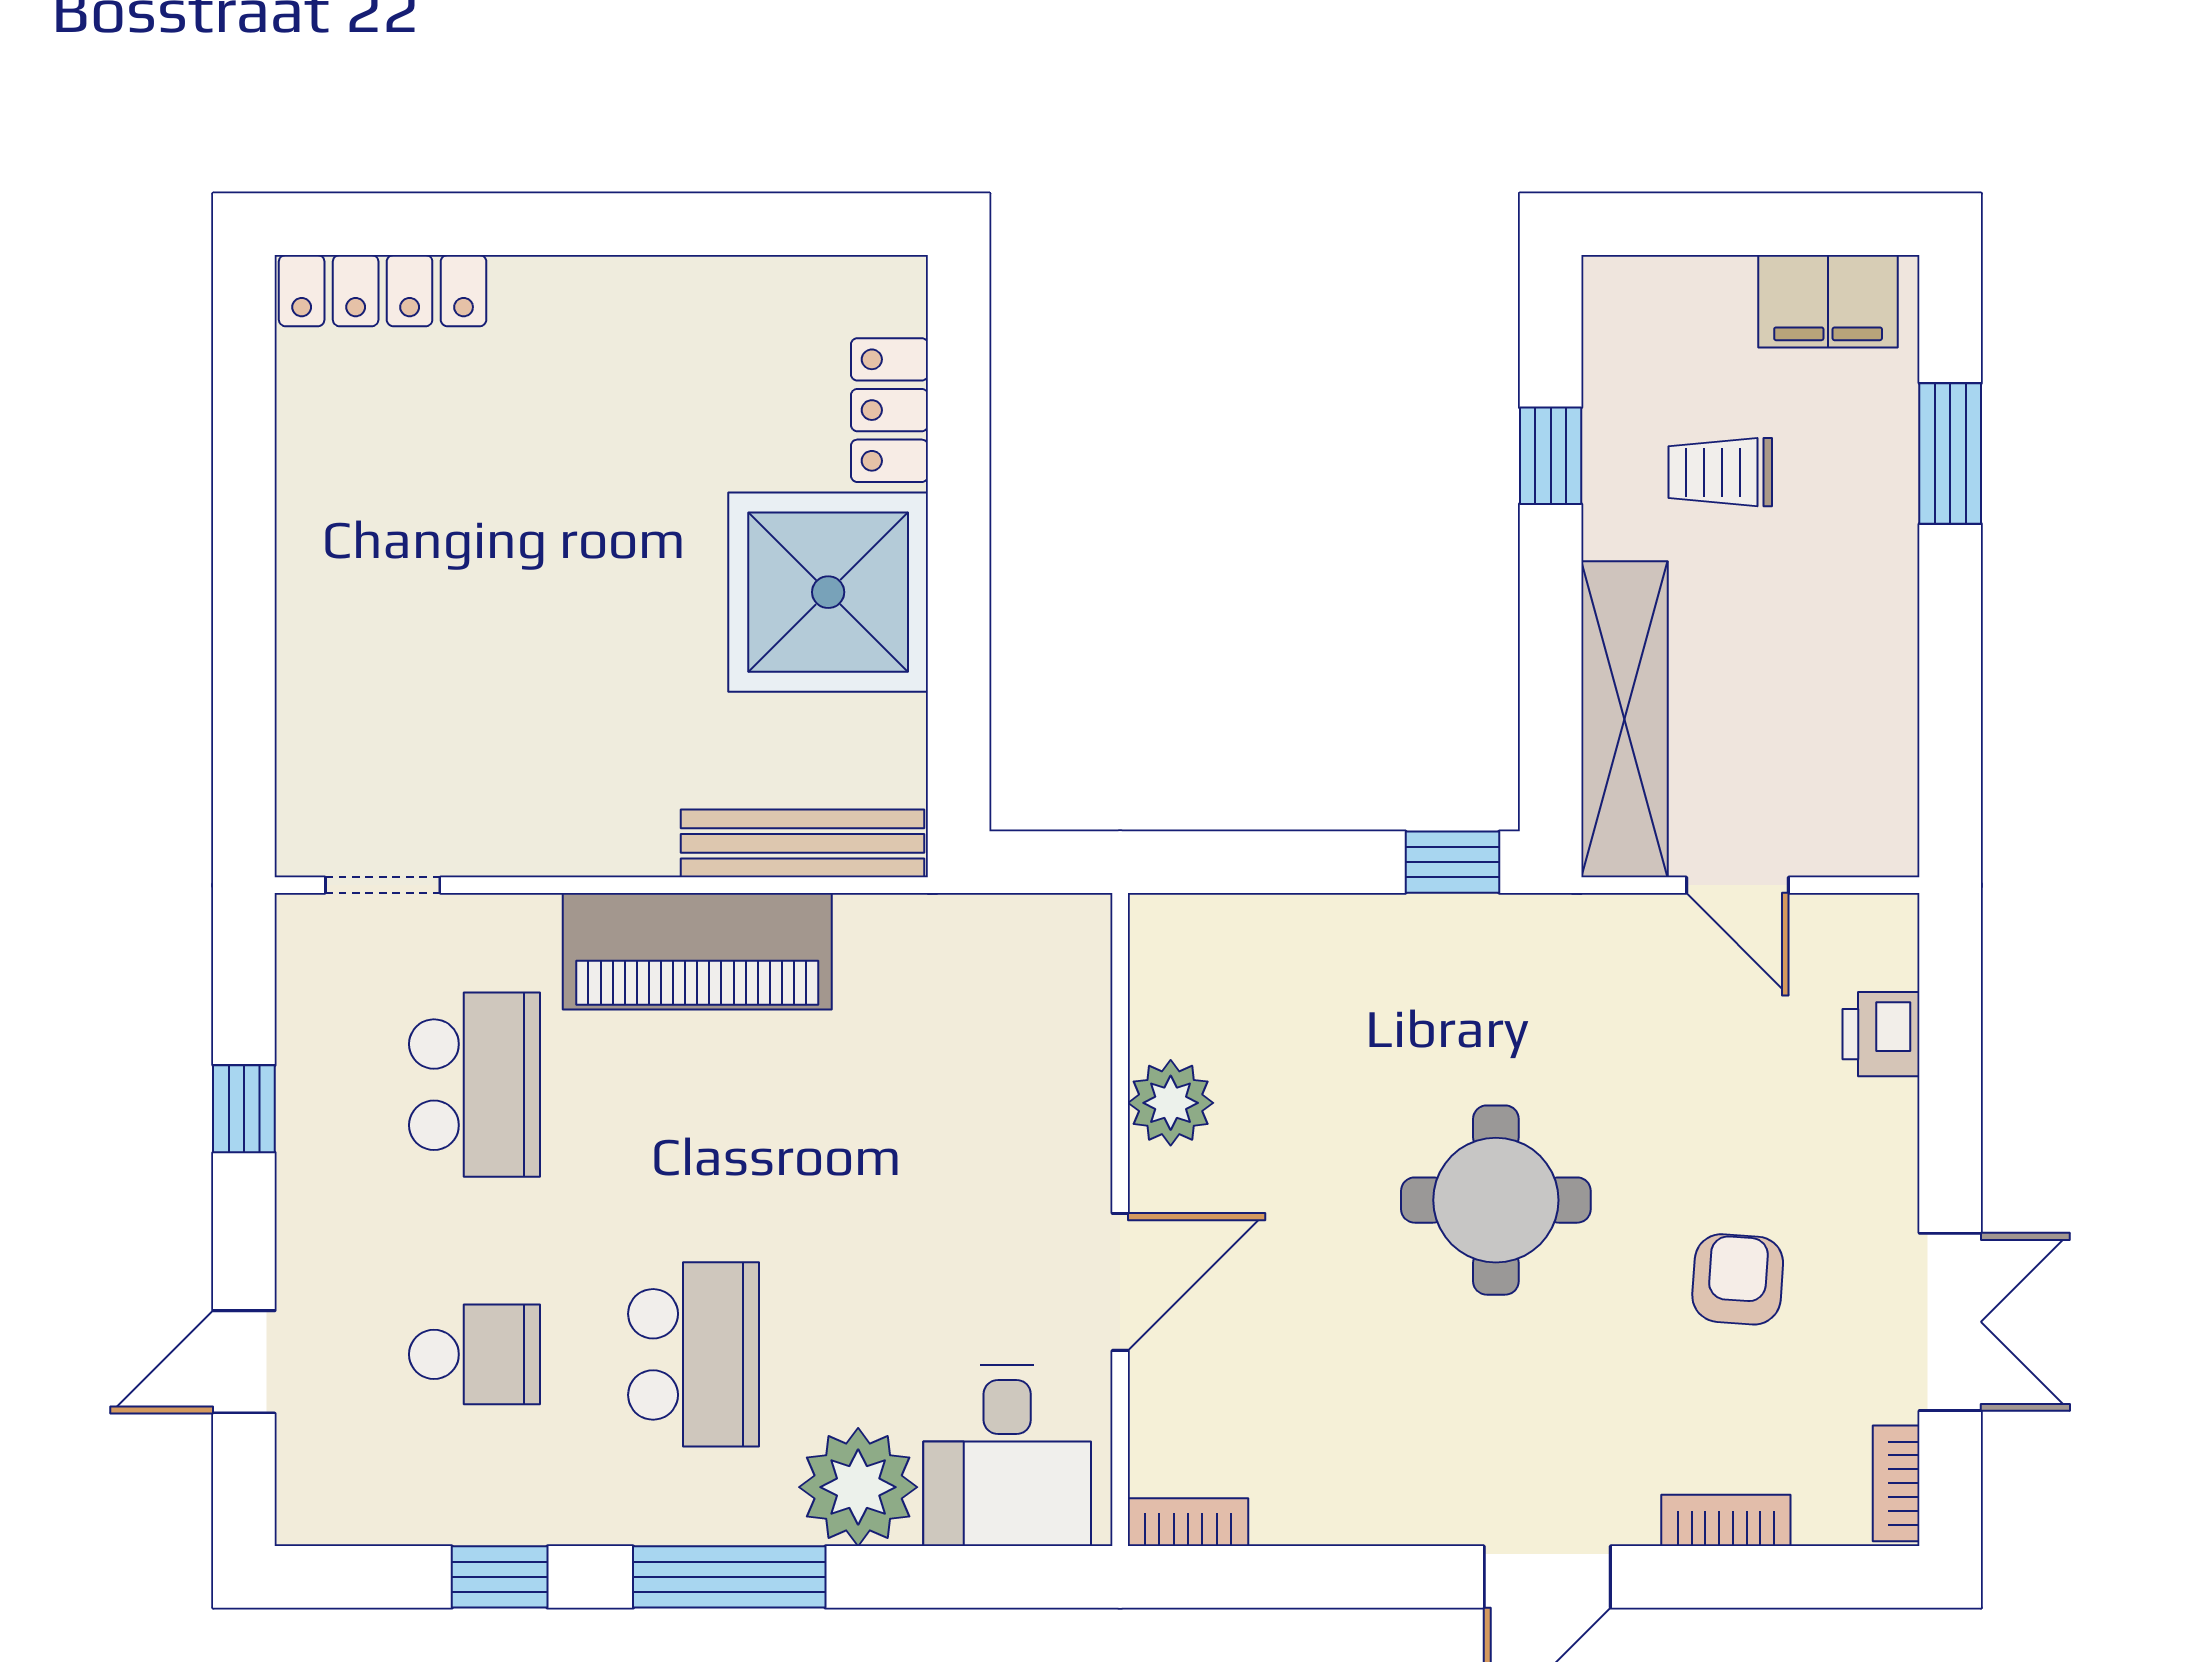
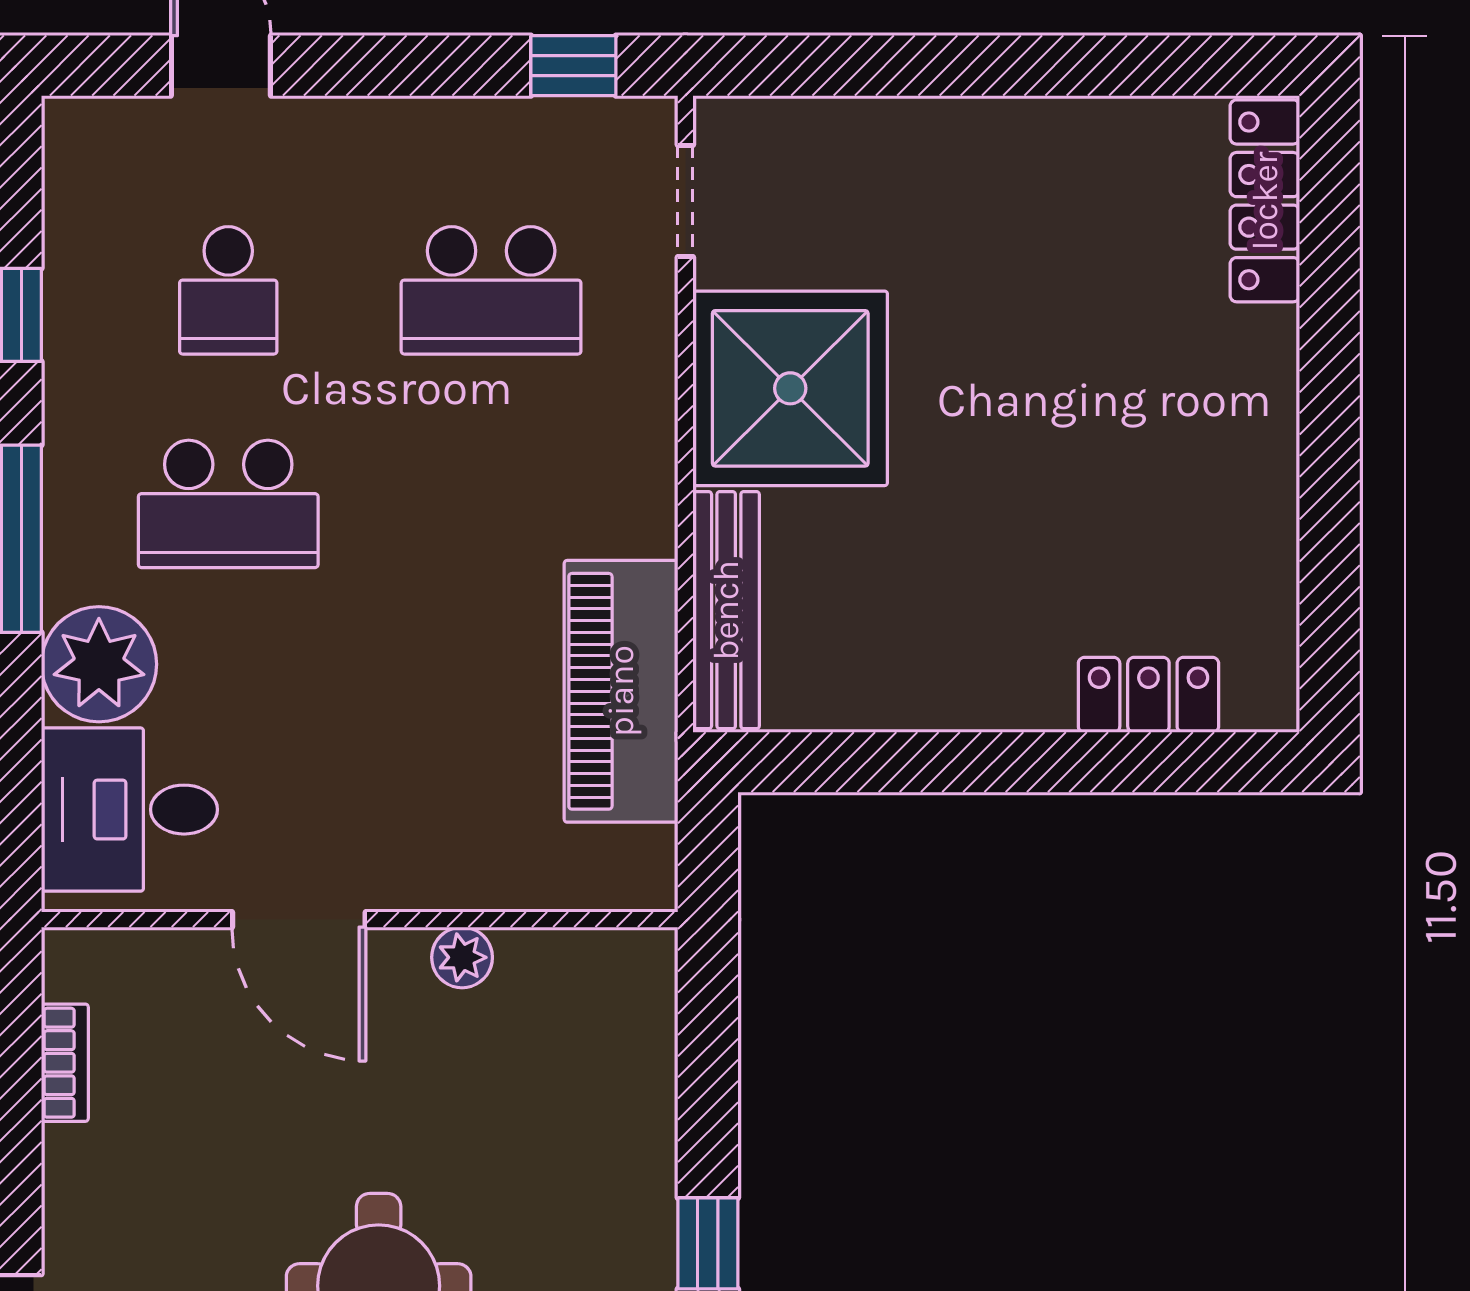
shower: (828, 592) -> (790, 388), moved
piano: (697, 951) -> (621, 691), moved
plant: (1171, 1103) -> (462, 957), width x0.73, depth x0.73
window: (244, 1109) -> (573, 66), moved
bookcase: (1188, 1522) -> (65, 1063), moved

